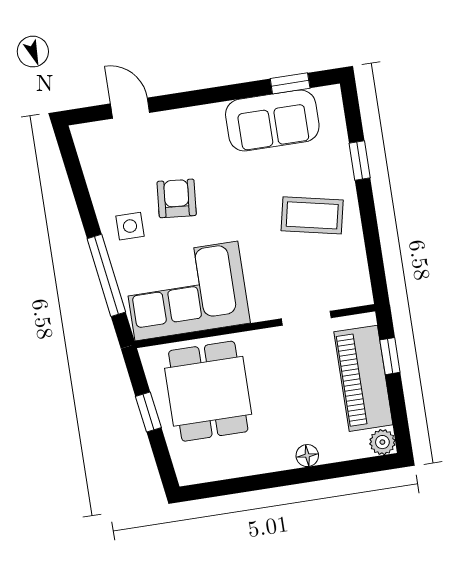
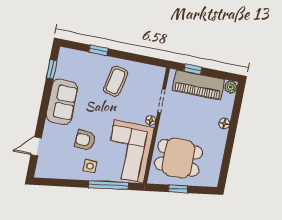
sofa: (272, 120) -> (62, 102), moved
floor lamp: (261, 311) -> (151, 120), added

